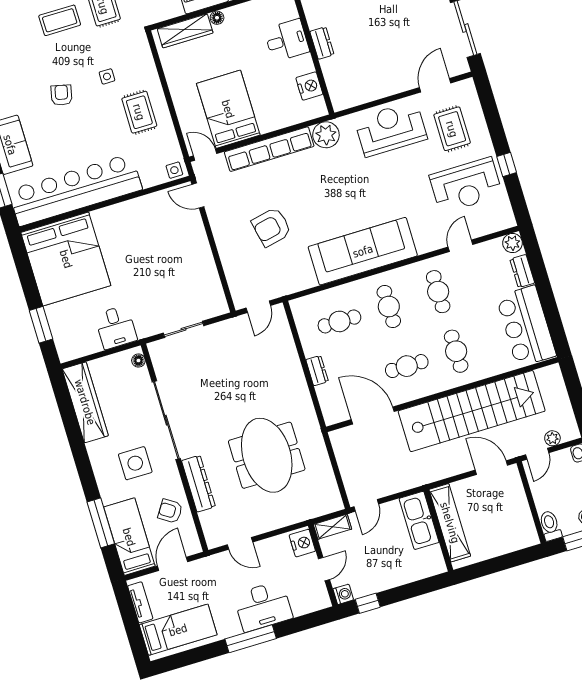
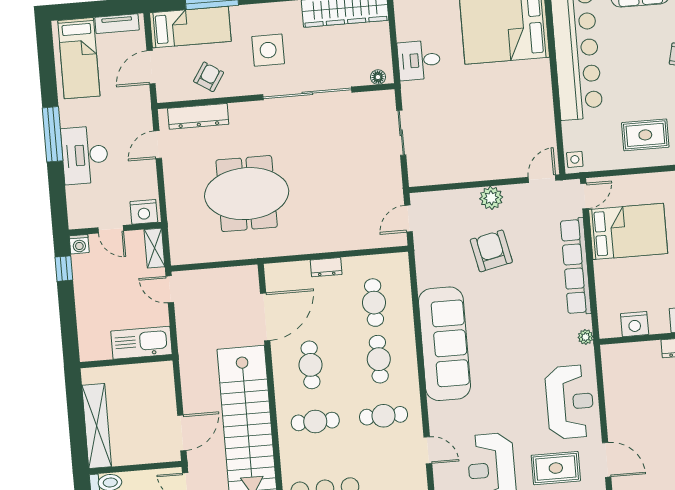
plant: (326, 135) -> (585, 337), width x0.53, depth x0.53
plant: (224, 237) -> (491, 198), added
door: (258, 307) -> (408, 219), hinge flipped
cafe table: (389, 307) -> (379, 359), turned 90
dresser: (198, 484) -> (198, 116), moved
shelving: (450, 523) -> (97, 426), moved, turned 90
door: (173, 564) -> (151, 67), swing flipped

